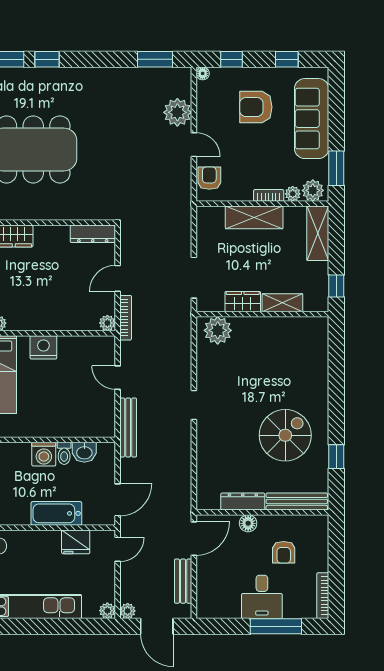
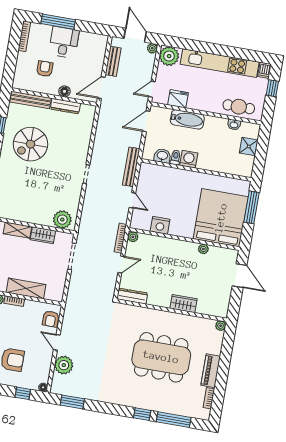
nightstand: (43, 347) -> (160, 225), moved
plant: (107, 611) -> (169, 56), width x1.88, depth x1.88

